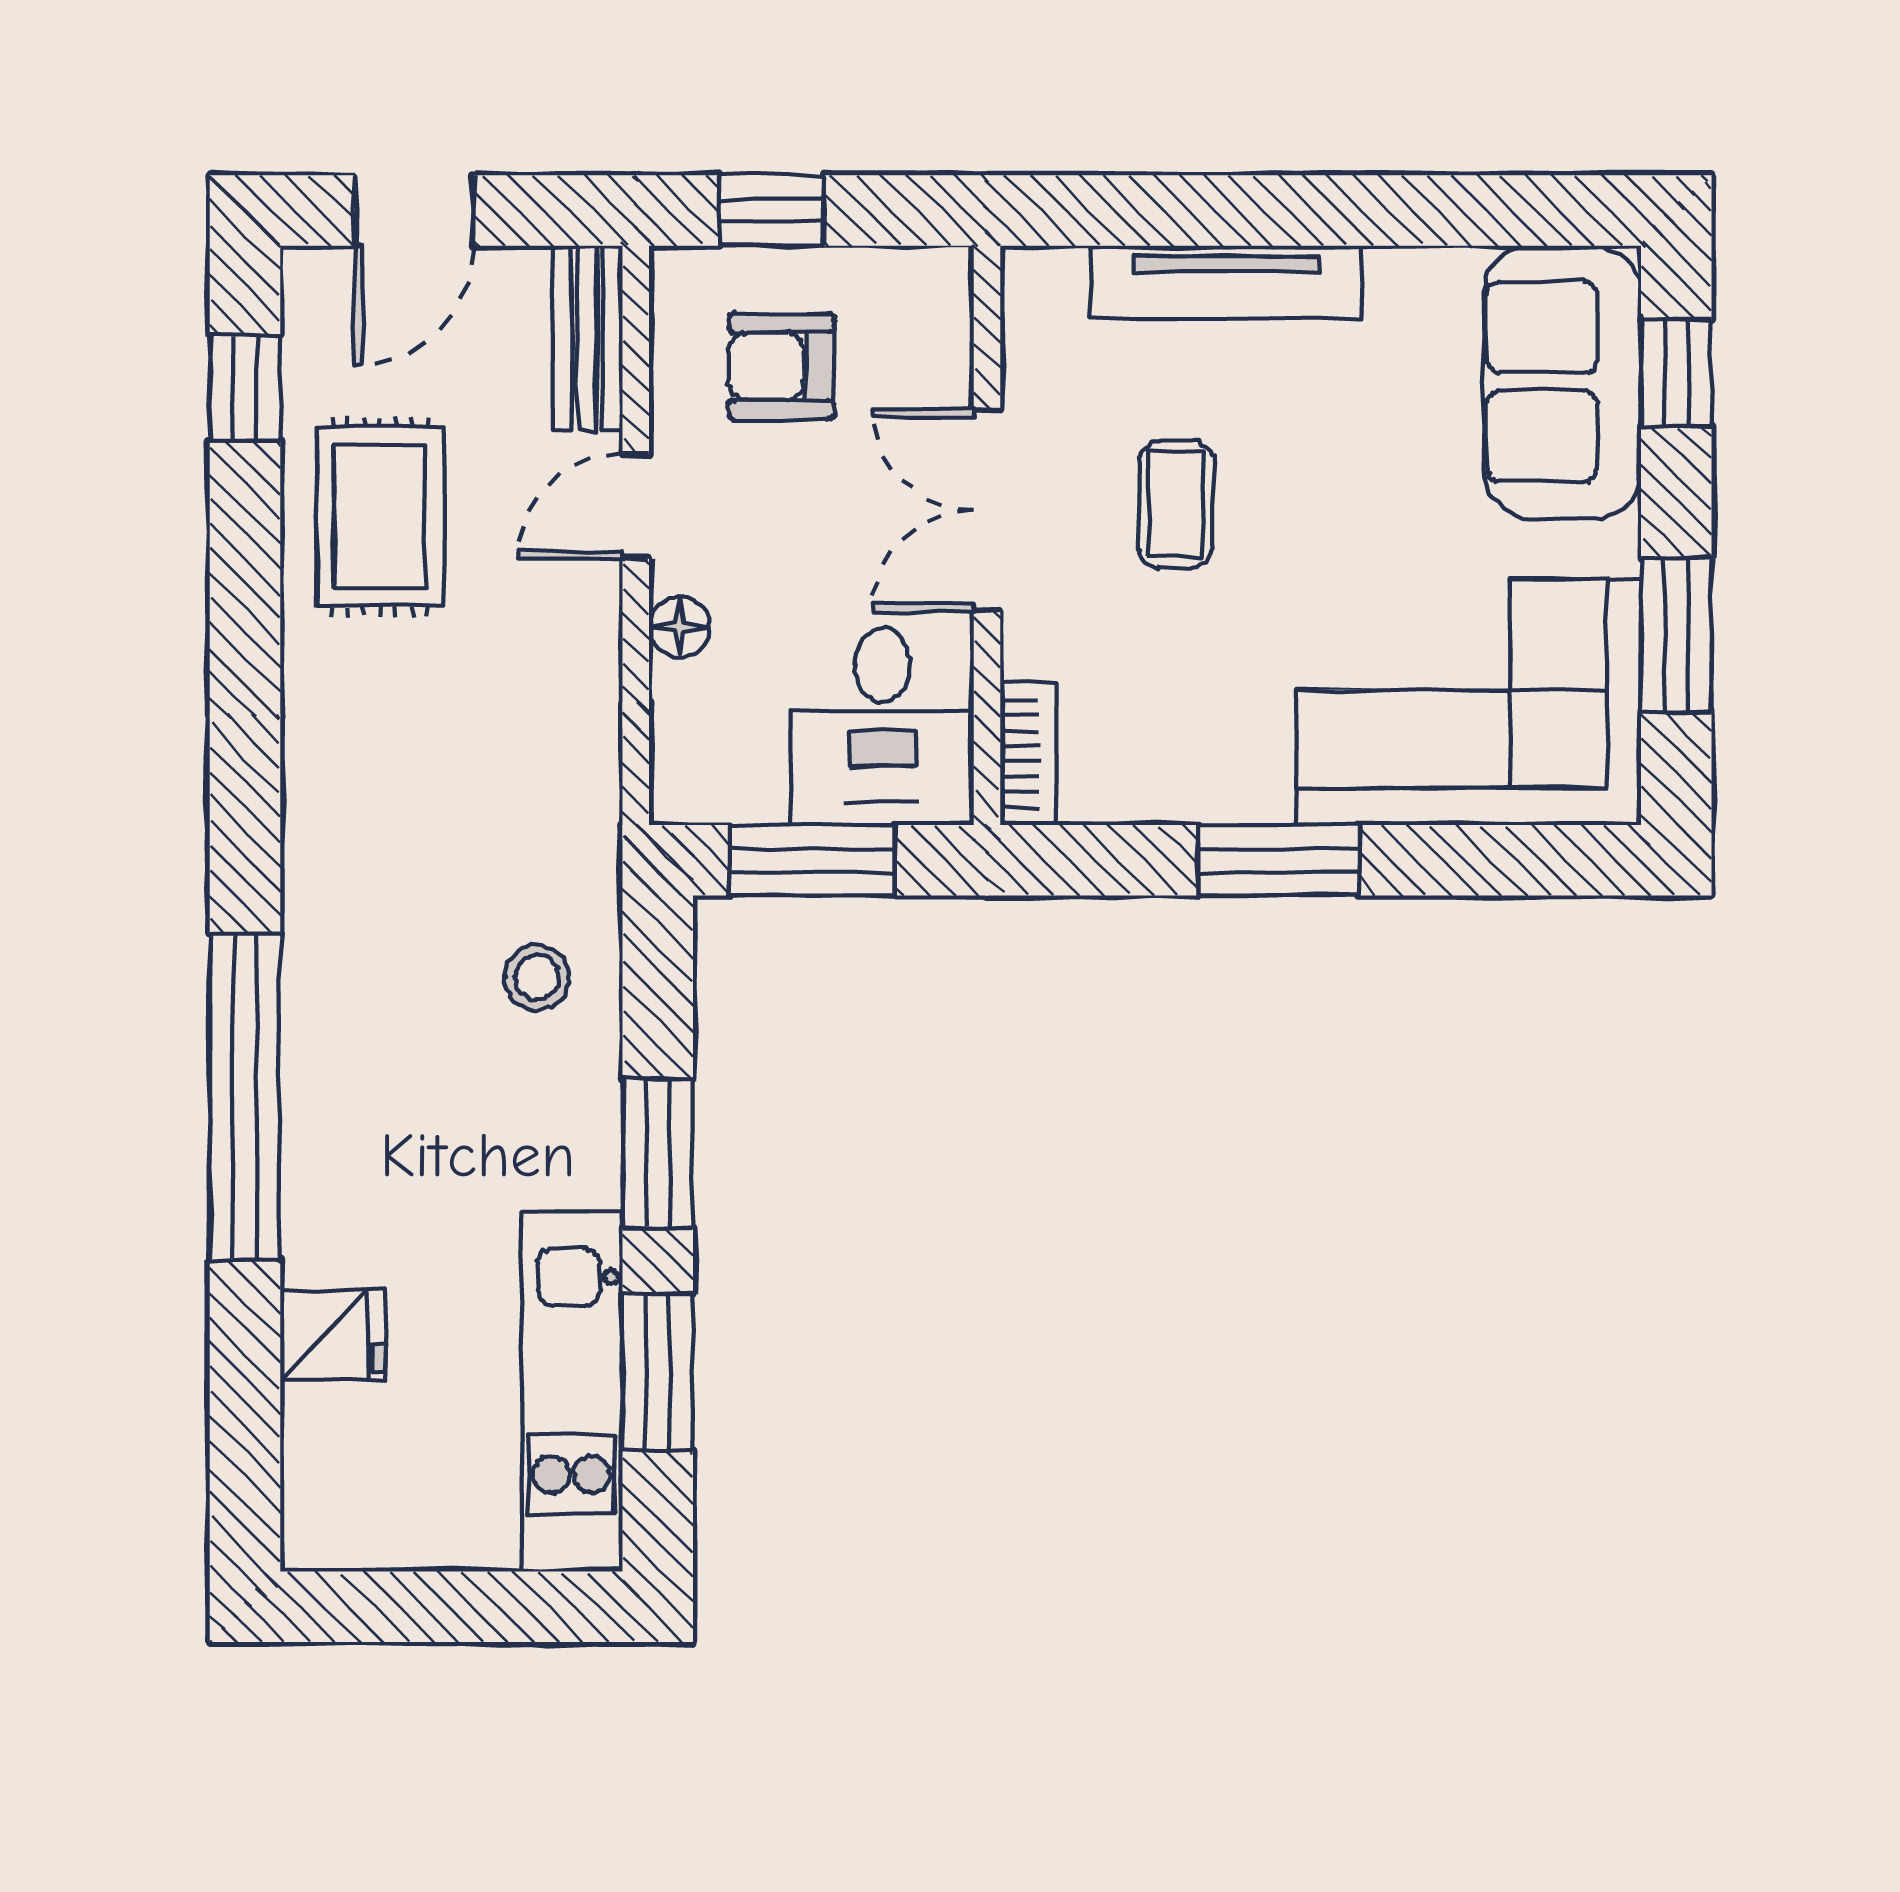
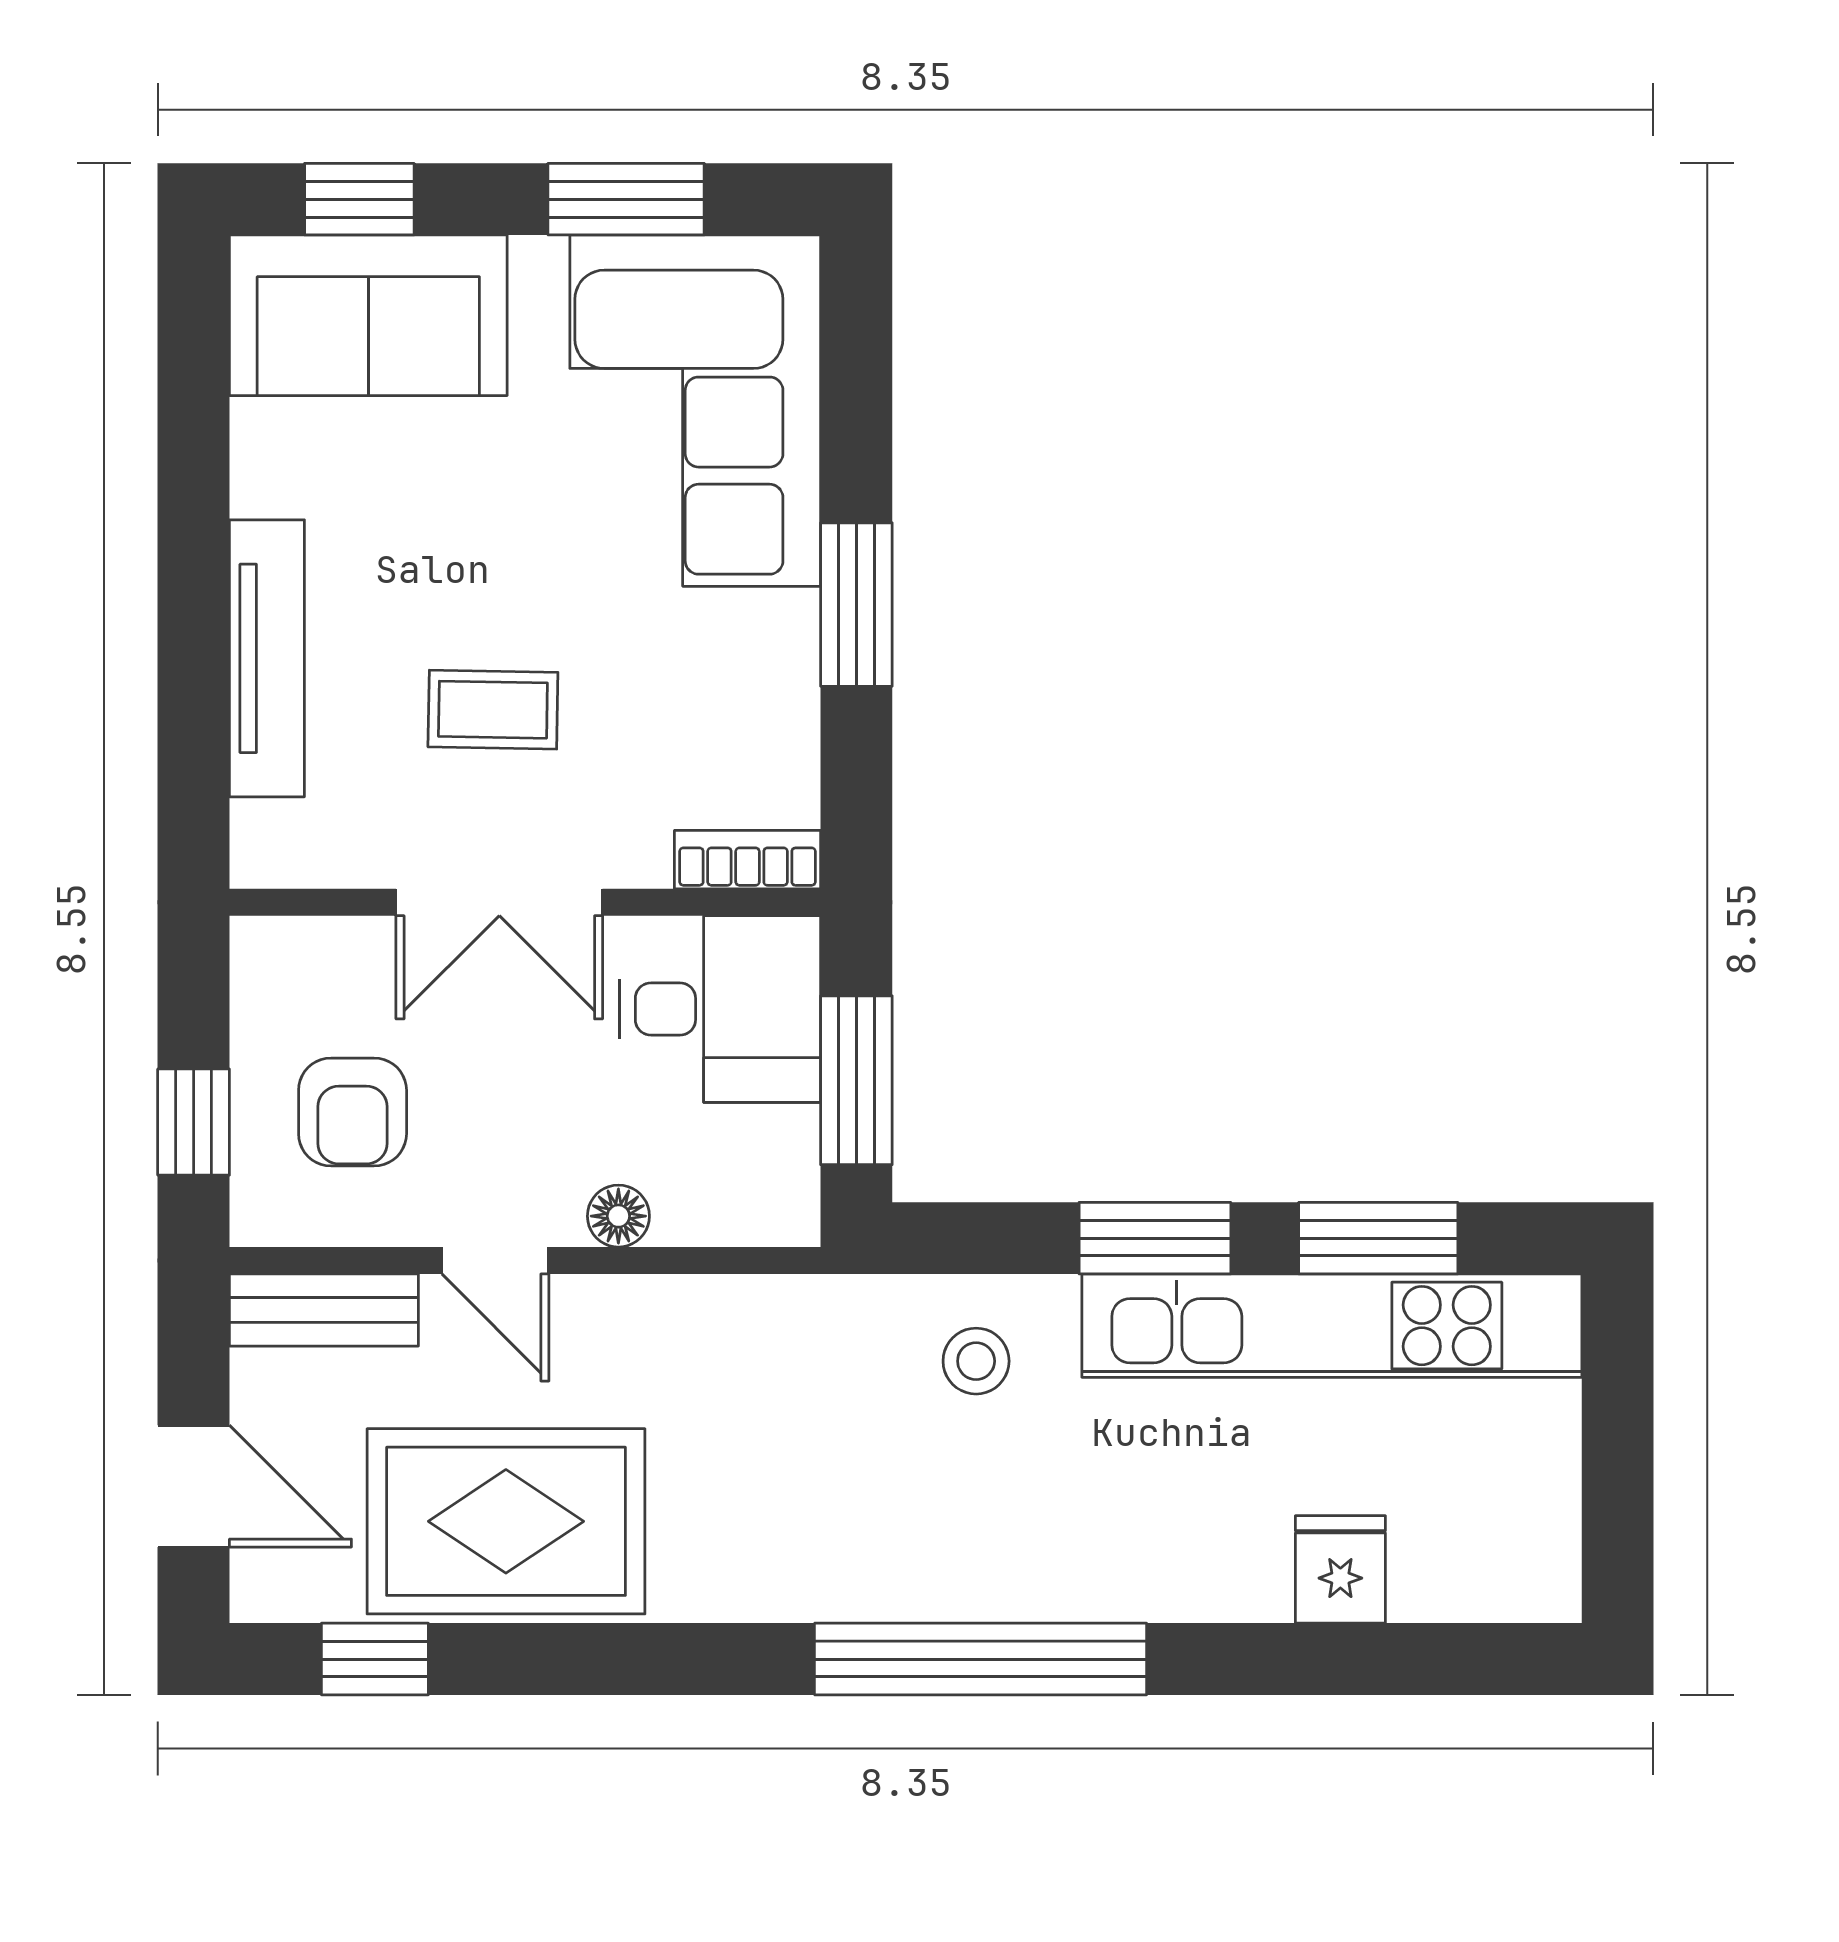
rug: (380, 517) -> (506, 1521), width x1.36, depth x1.43
window: (245, 1097) -> (981, 1659), moved
kitchen unit: (572, 1392) -> (1332, 1326), width x1.36

